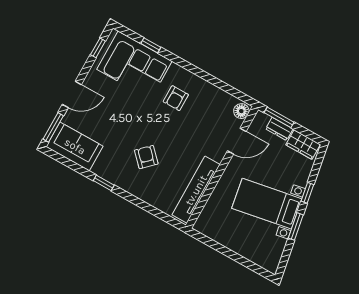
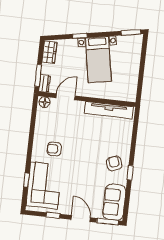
window: (98, 48) -> (53, 215), moved
armchair: (176, 98) -> (54, 149), turned 180
dresser: (279, 129) -> (44, 83), moved
door: (237, 141) -> (66, 97), hinge flipped
armchair: (146, 157) -> (114, 163), moved, turned 113
window: (296, 226) -> (131, 32), moved

